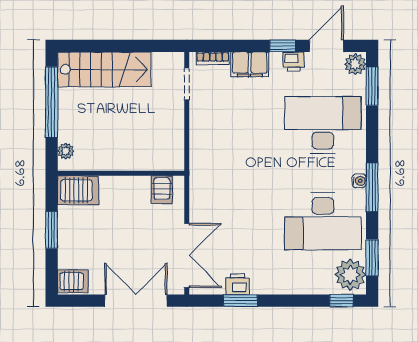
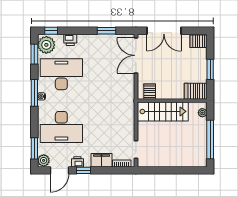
stairs: (104, 69) -> (163, 111), moved, turned 180
printer: (237, 284) -> (70, 40), moved

